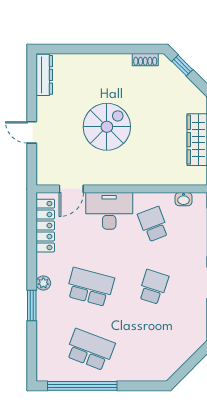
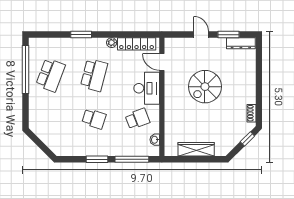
window: (32, 93) -> (229, 35), added
spiral stairs: (107, 127) -> (205, 87), turned 90
door: (32, 132) -> (201, 35), hinge flipped
plant: (43, 283) -> (112, 43), moved

